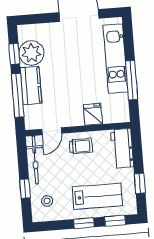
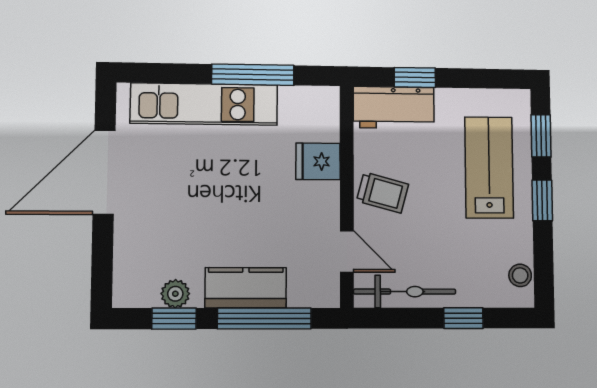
plant: (31, 53) -> (175, 294), width x0.53, depth x0.53
trolley: (81, 146) -> (383, 193), turned 105
window: (140, 183) -> (415, 77), moved
stool: (47, 201) -> (520, 275), moved

